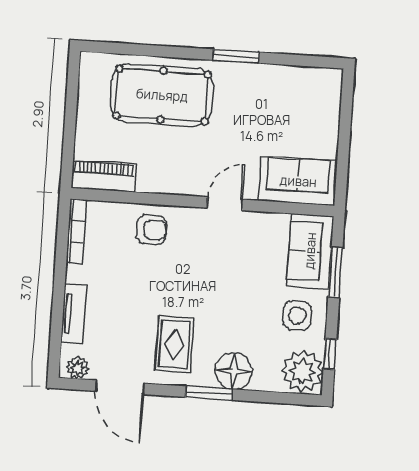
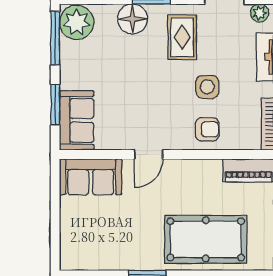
armchair: (151, 230) -> (207, 129), turned 180
side table: (297, 315) -> (207, 87), moved
window: (330, 354) -> (55, 38), width x2.17

